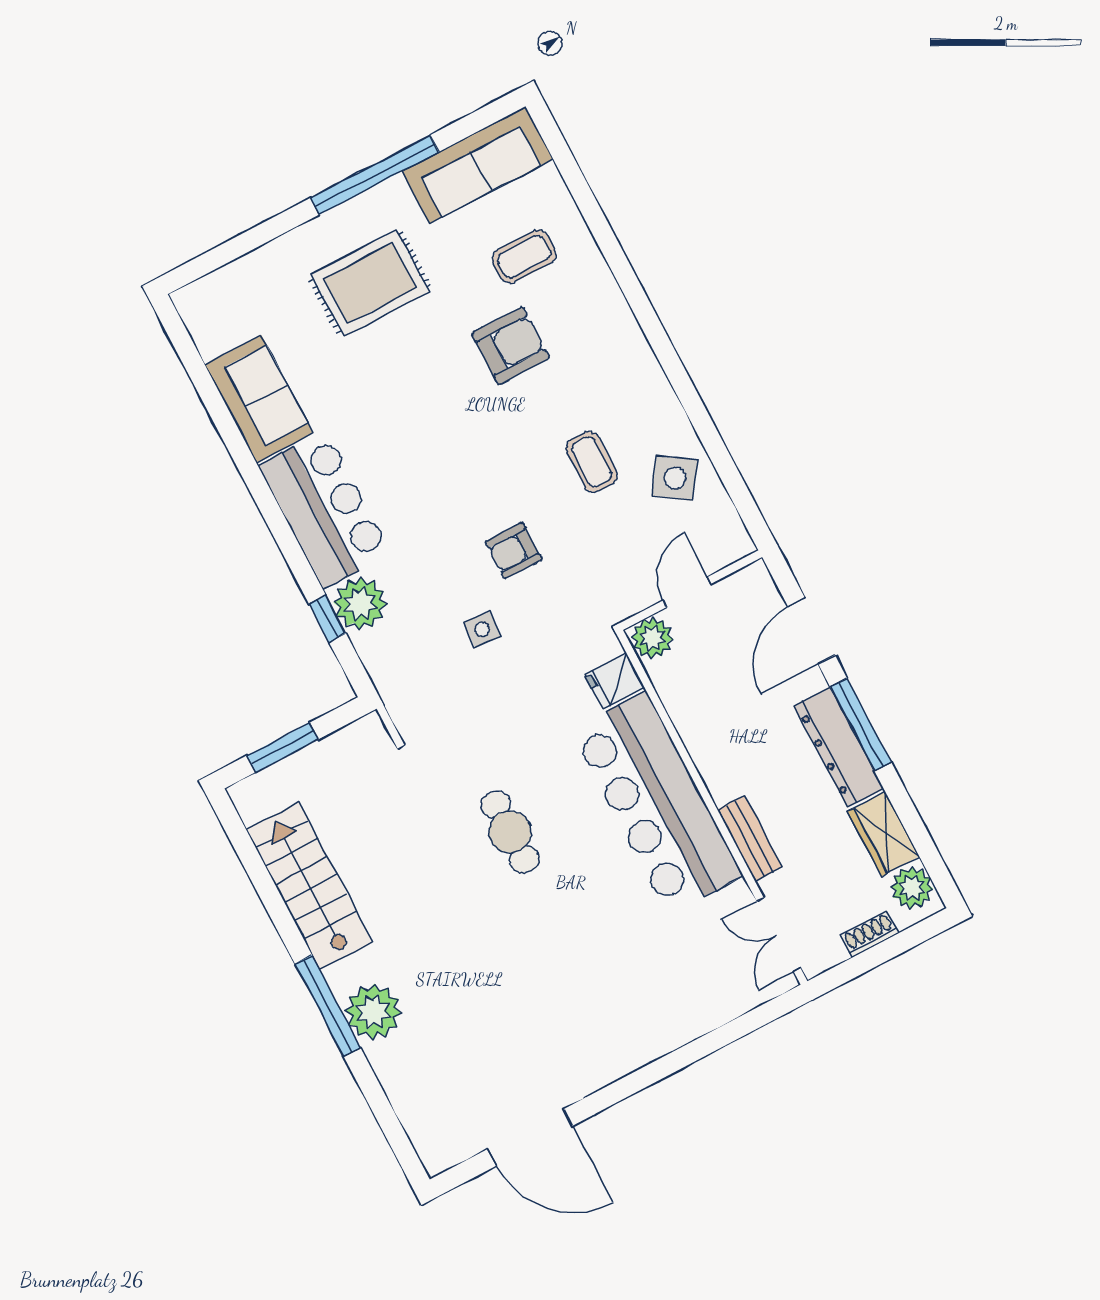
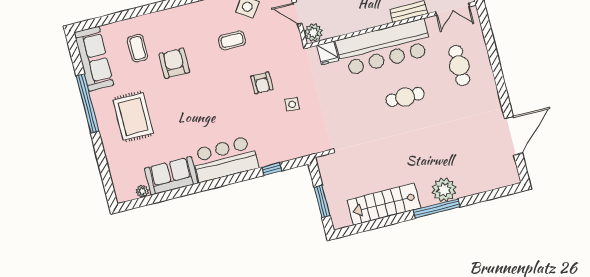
plant: (360, 603) -> (142, 191), moved, width x0.53, depth x0.53
cafe table: (510, 832) -> (405, 97), moved
cafe table: (657, 979) -> (459, 65), added

